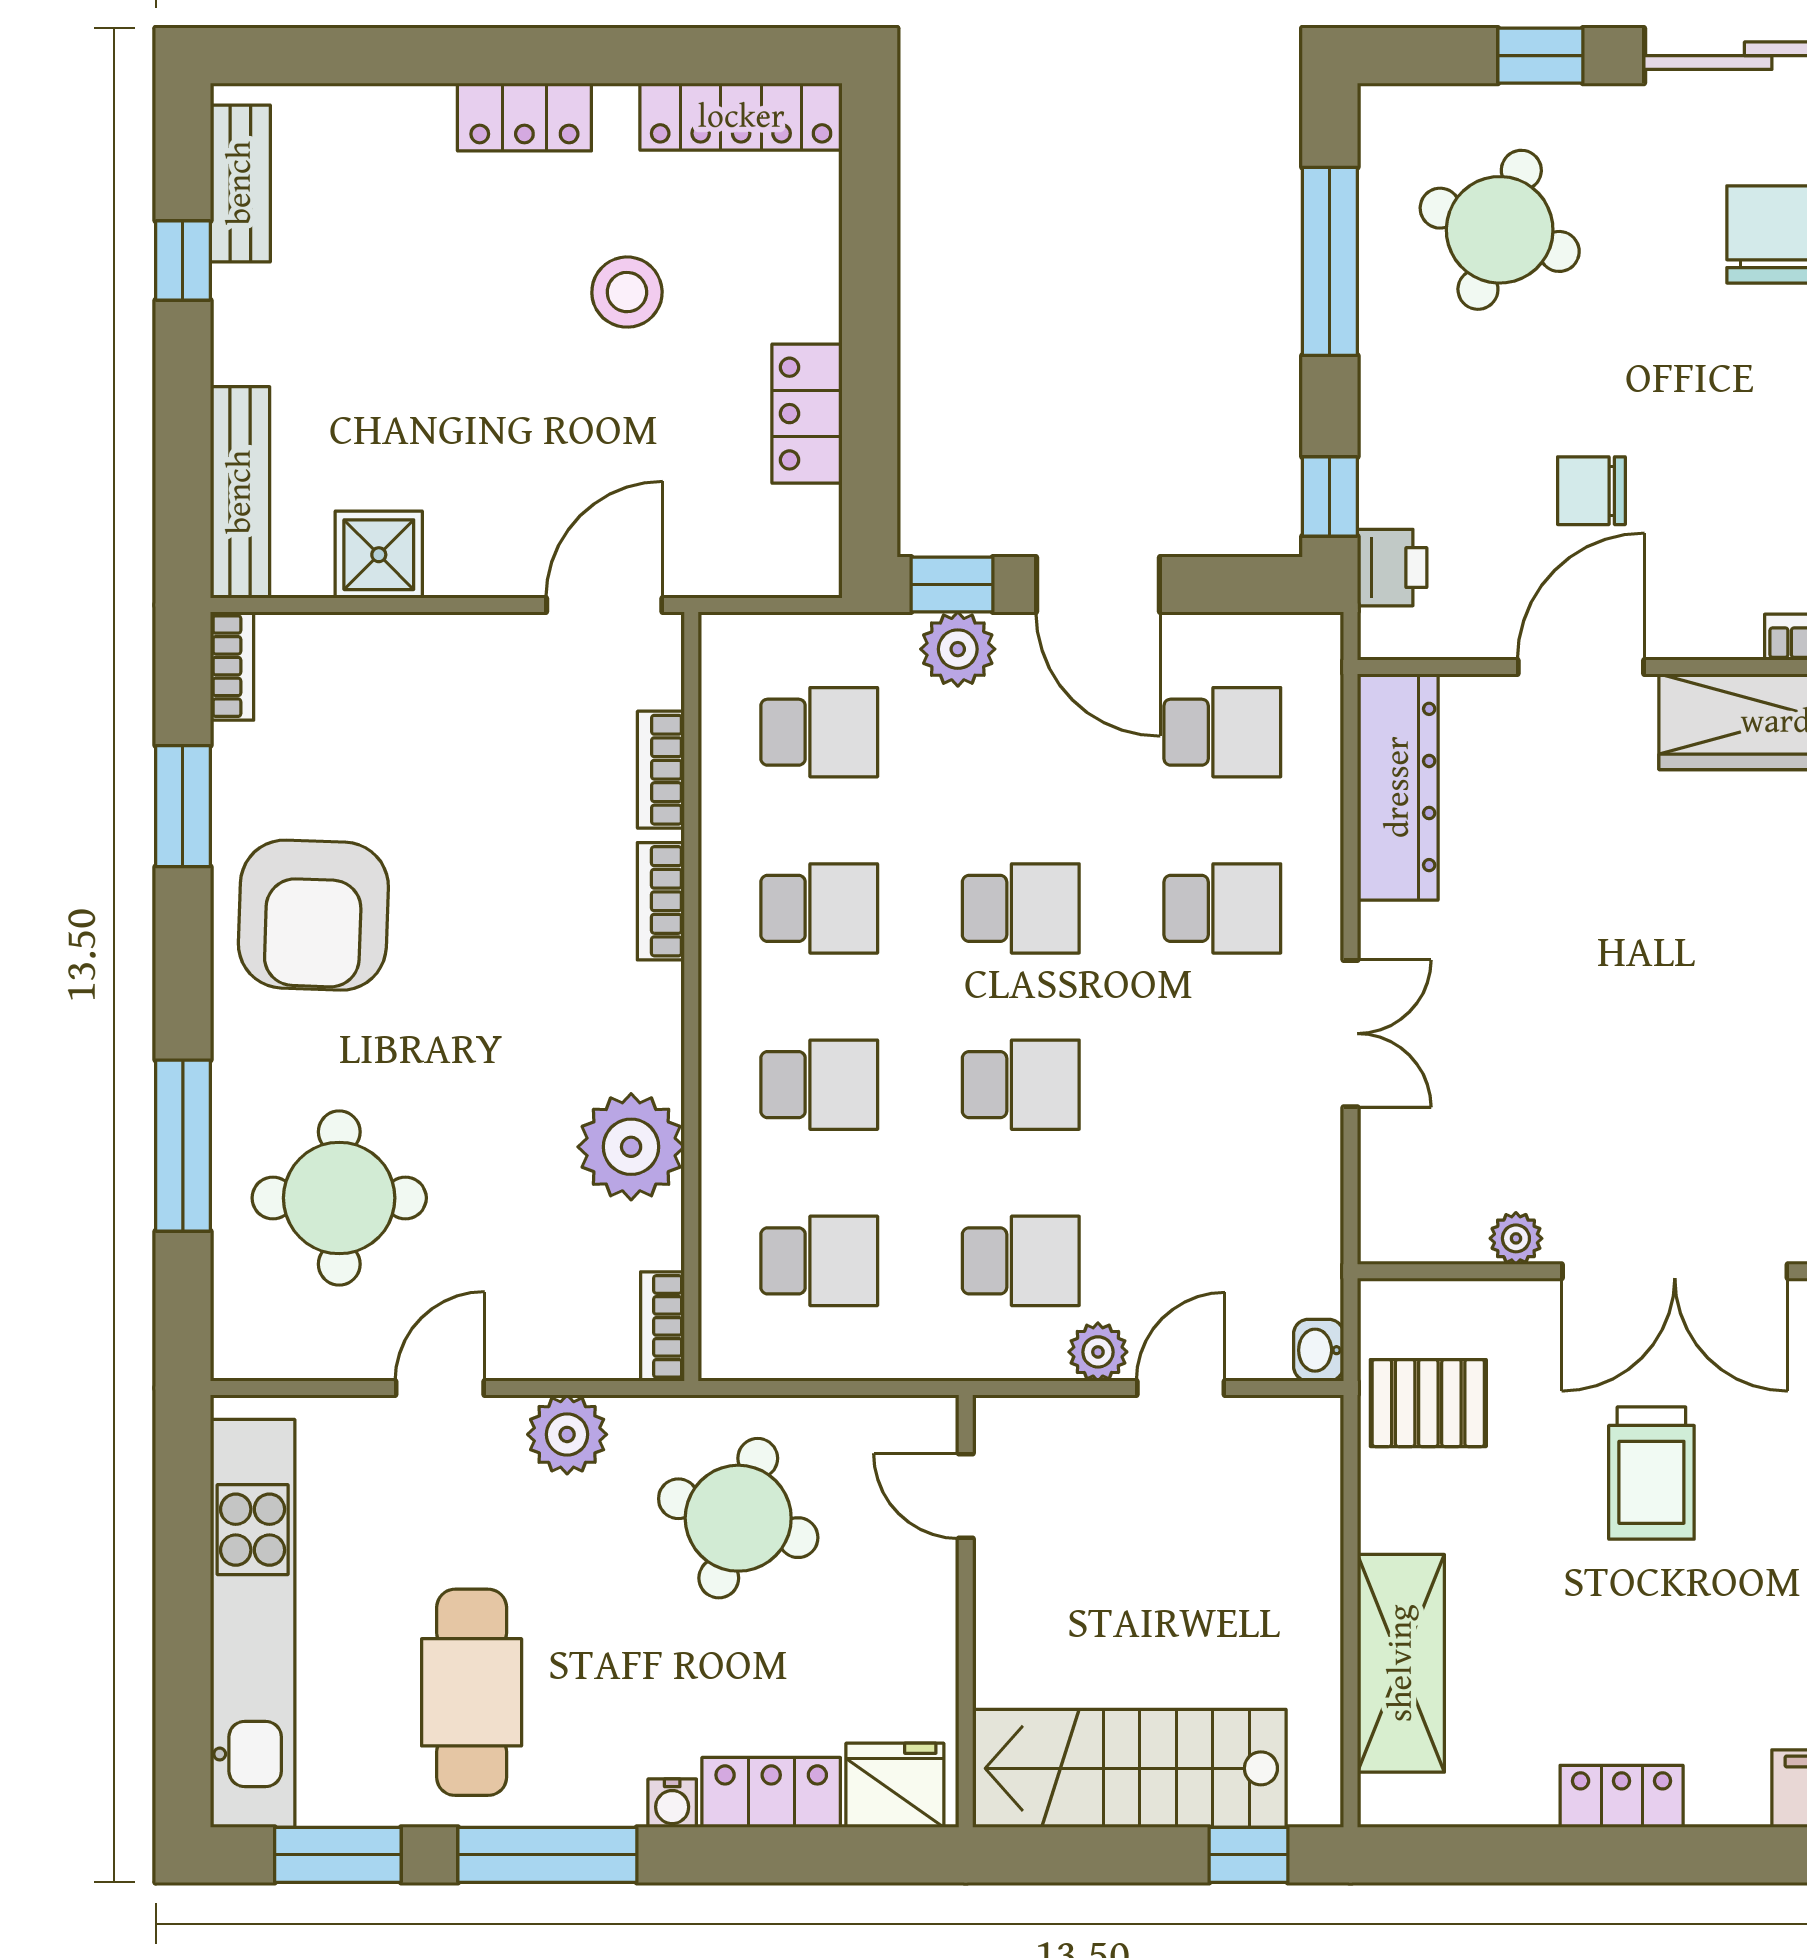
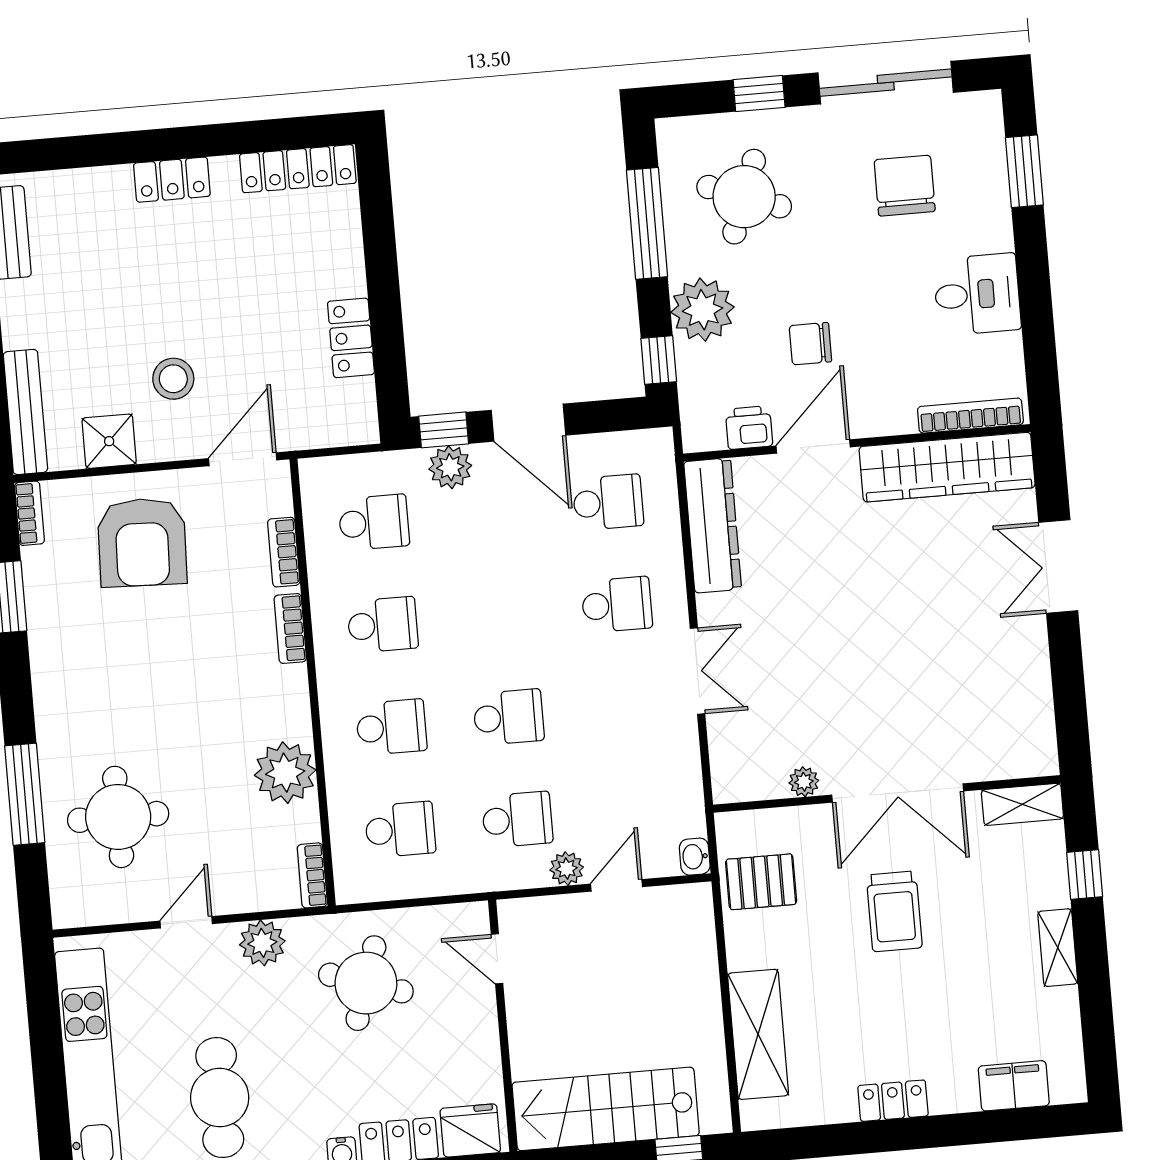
stool: (627, 292) -> (173, 379), moved
plant: (1412, 417) -> (703, 310), added
printer: (1392, 568) -> (749, 428), moved, turned -90
school desk: (1021, 908) -> (500, 615), removed
armchair: (313, 915) -> (142, 542), moved

